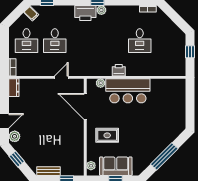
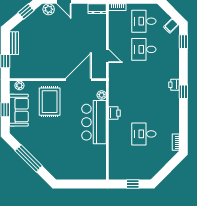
plant: (101, 10) -> (174, 96), removed
printer: (85, 13) -> (174, 85), width x0.53, depth x0.68
rug: (107, 135) -> (50, 102), width x1.36, depth x1.43

